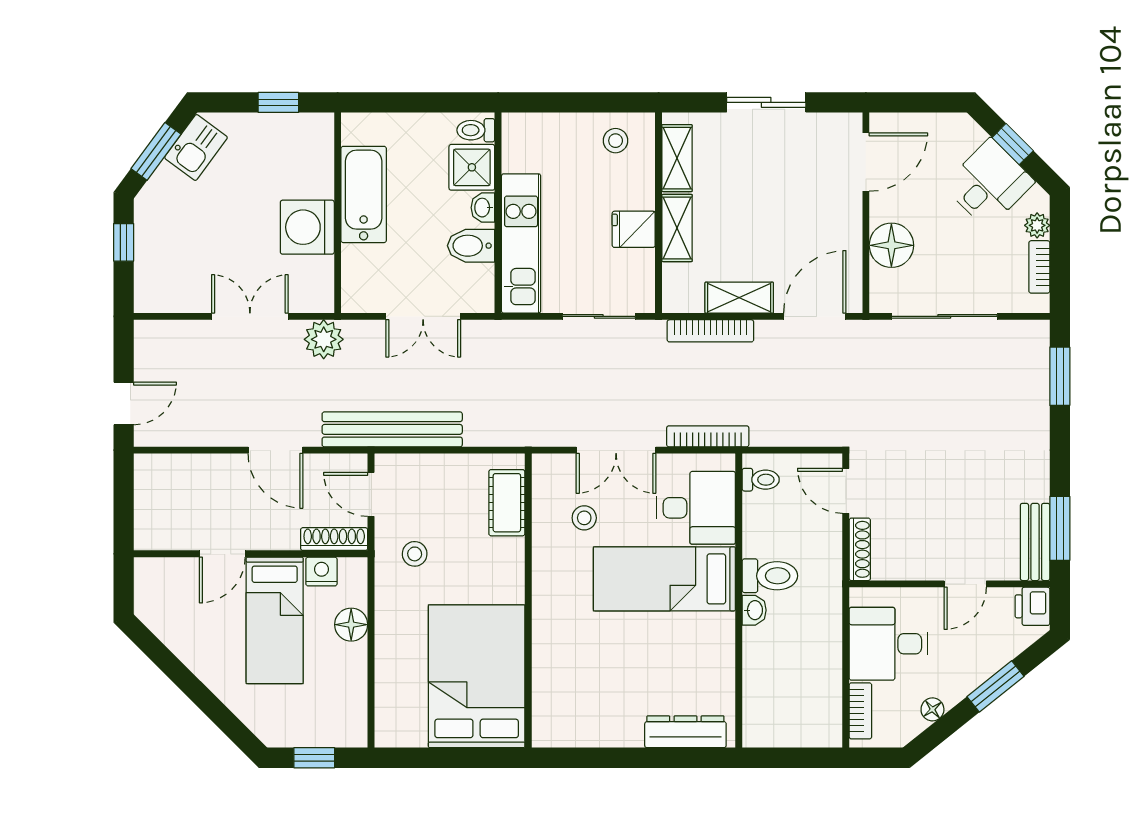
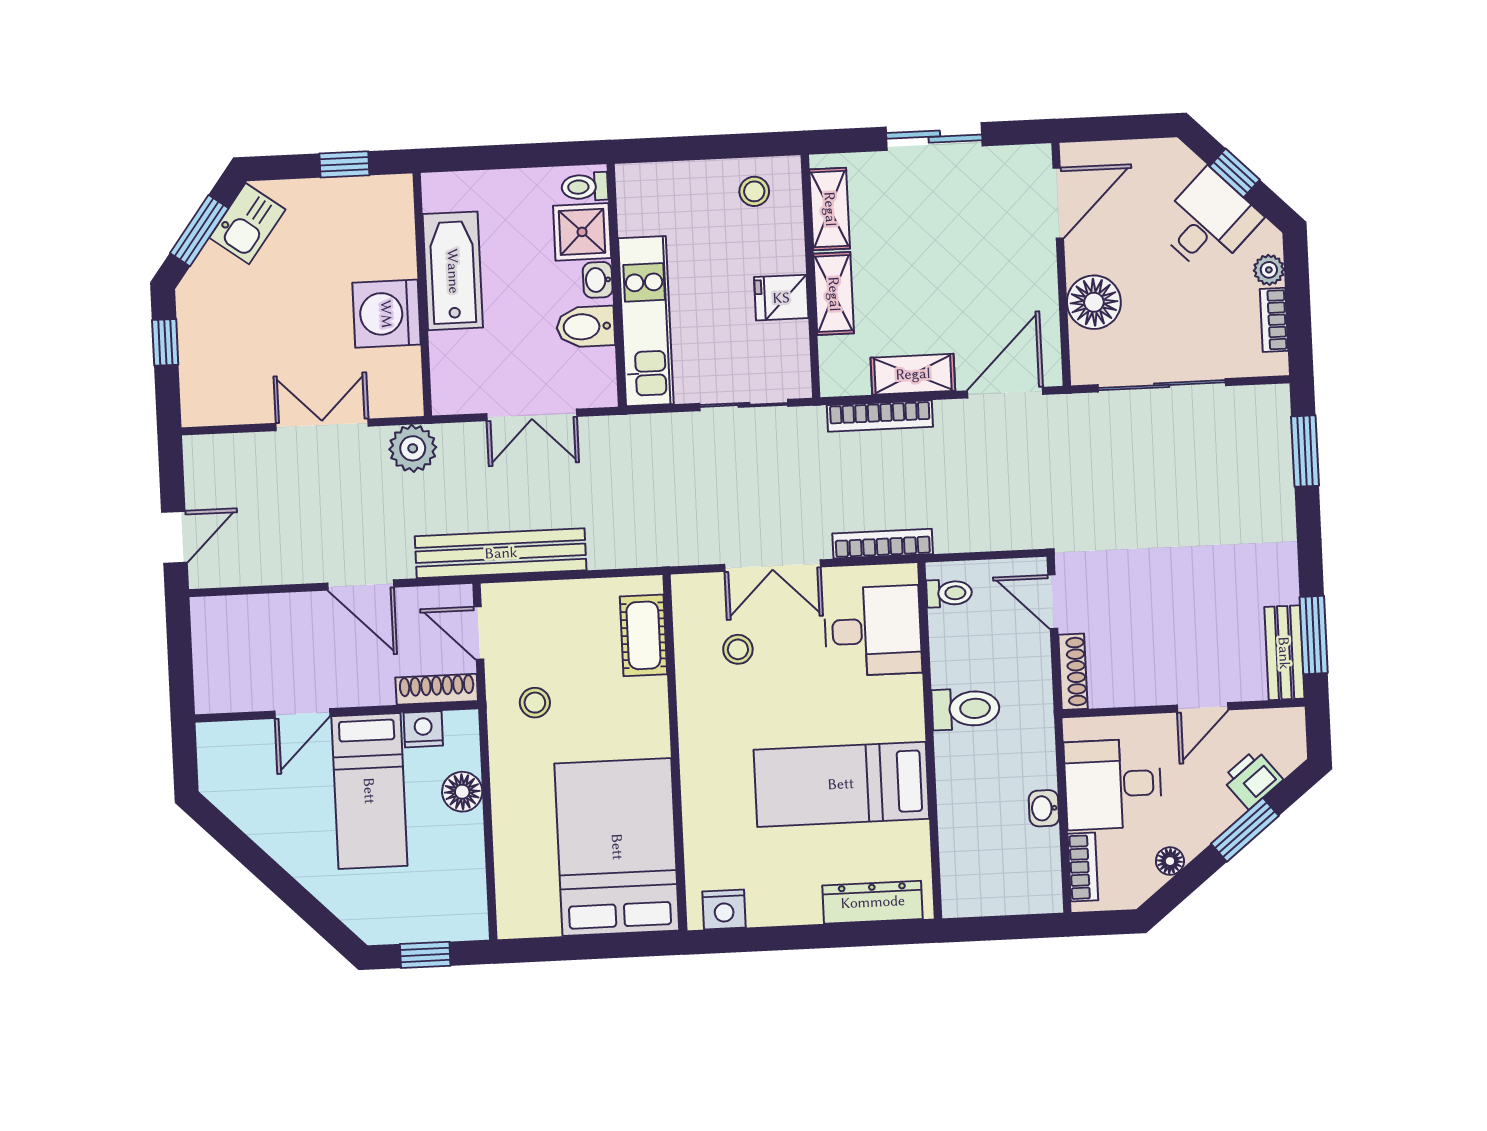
bed: (664, 579) -> (841, 784), moved
printer: (1032, 606) -> (1252, 779), moved, turned 51
washbasin: (754, 610) -> (1044, 808), moved, turned 180
nightstand: (563, 732) -> (724, 909), added

